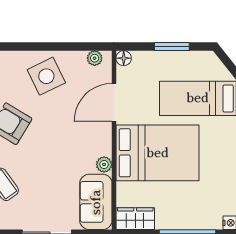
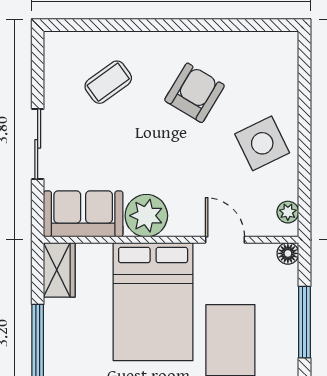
window: (172, 47) -> (304, 322), width x1.44
door: (114, 102) -> (225, 240), width x0.73
plant: (104, 164) -> (146, 216), width x1.88, depth x1.88

